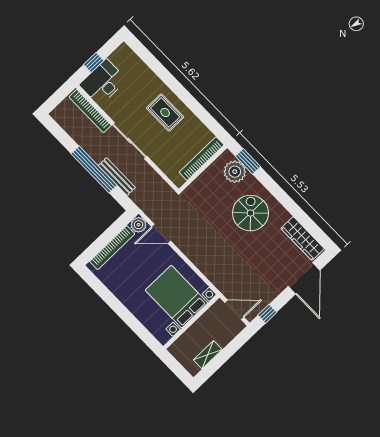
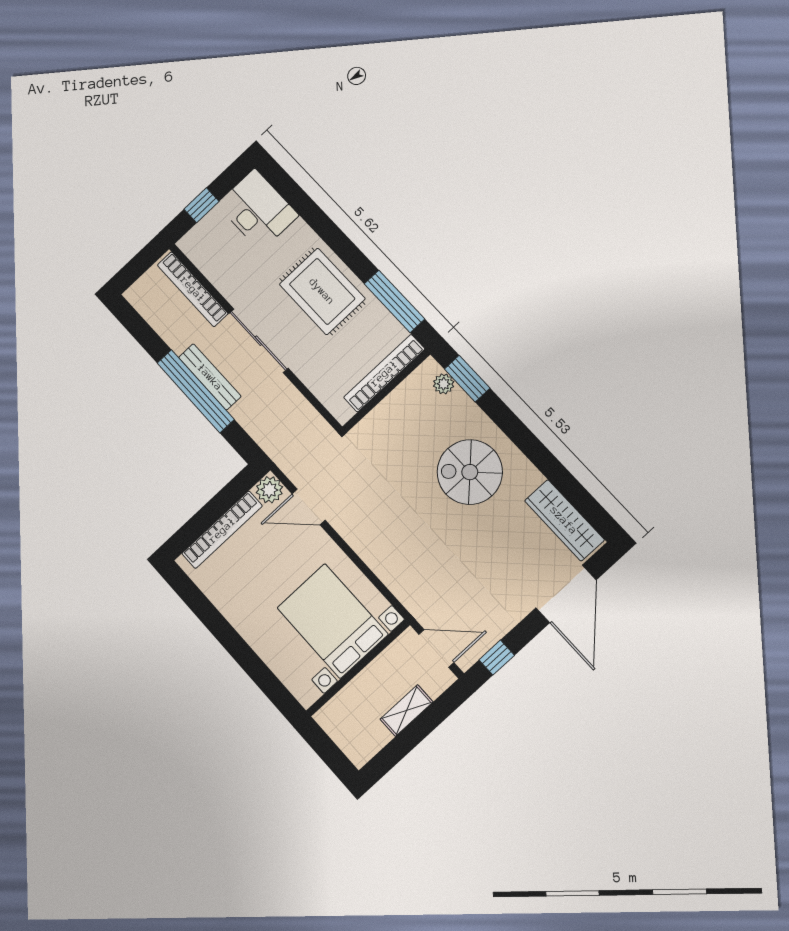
desk: (103, 82) -> (258, 210), moved, turned 90
rug: (165, 113) -> (322, 291), width x1.36, depth x1.43
window: (206, 118) -> (394, 301), added
plant: (235, 172) -> (444, 384), width x0.53, depth x0.53
bench: (117, 177) -> (210, 377), moved
spiral stairs: (250, 213) -> (470, 472), turned -90
shelving: (208, 355) -> (407, 711), moved

